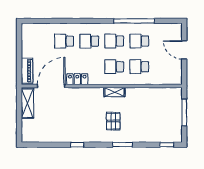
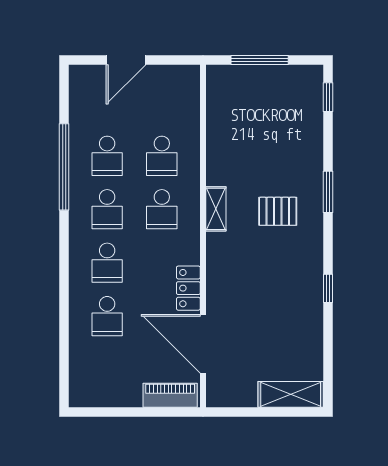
shelving: (27, 103) -> (291, 394), moved

